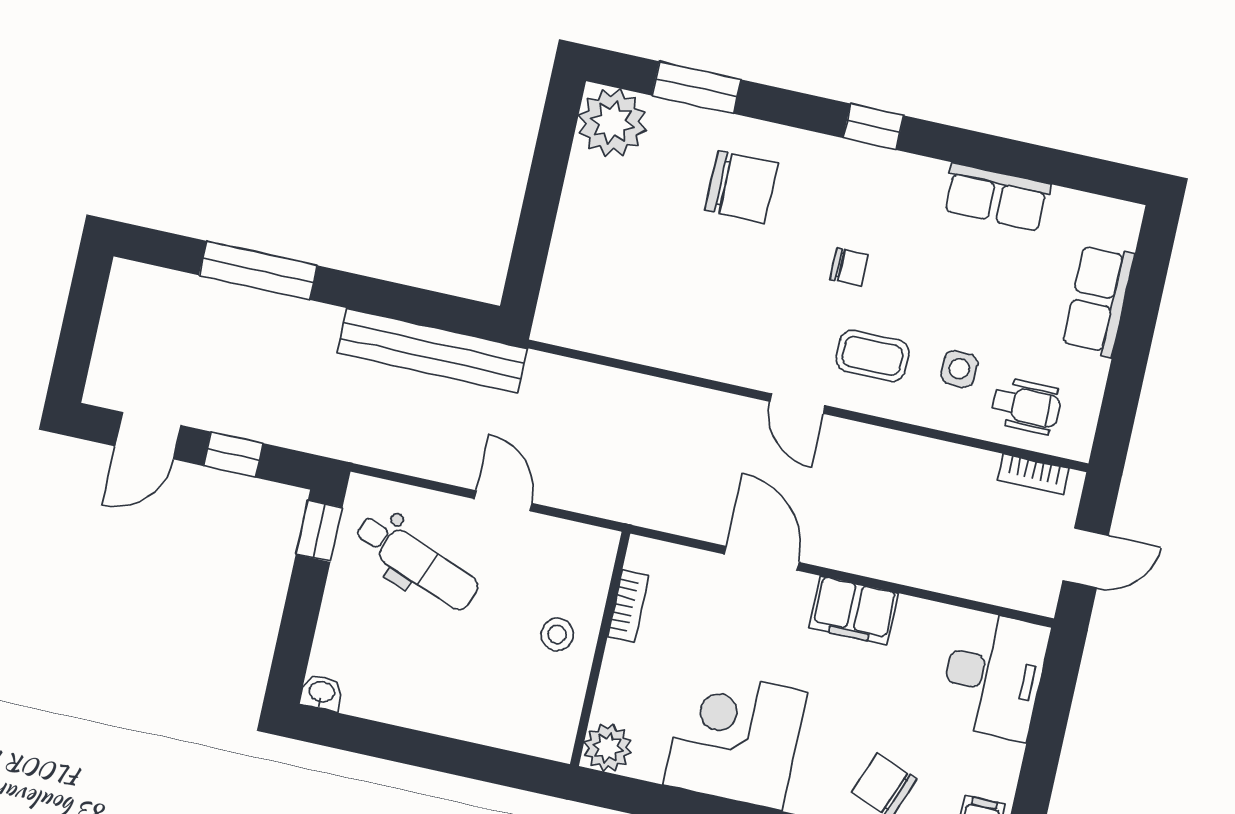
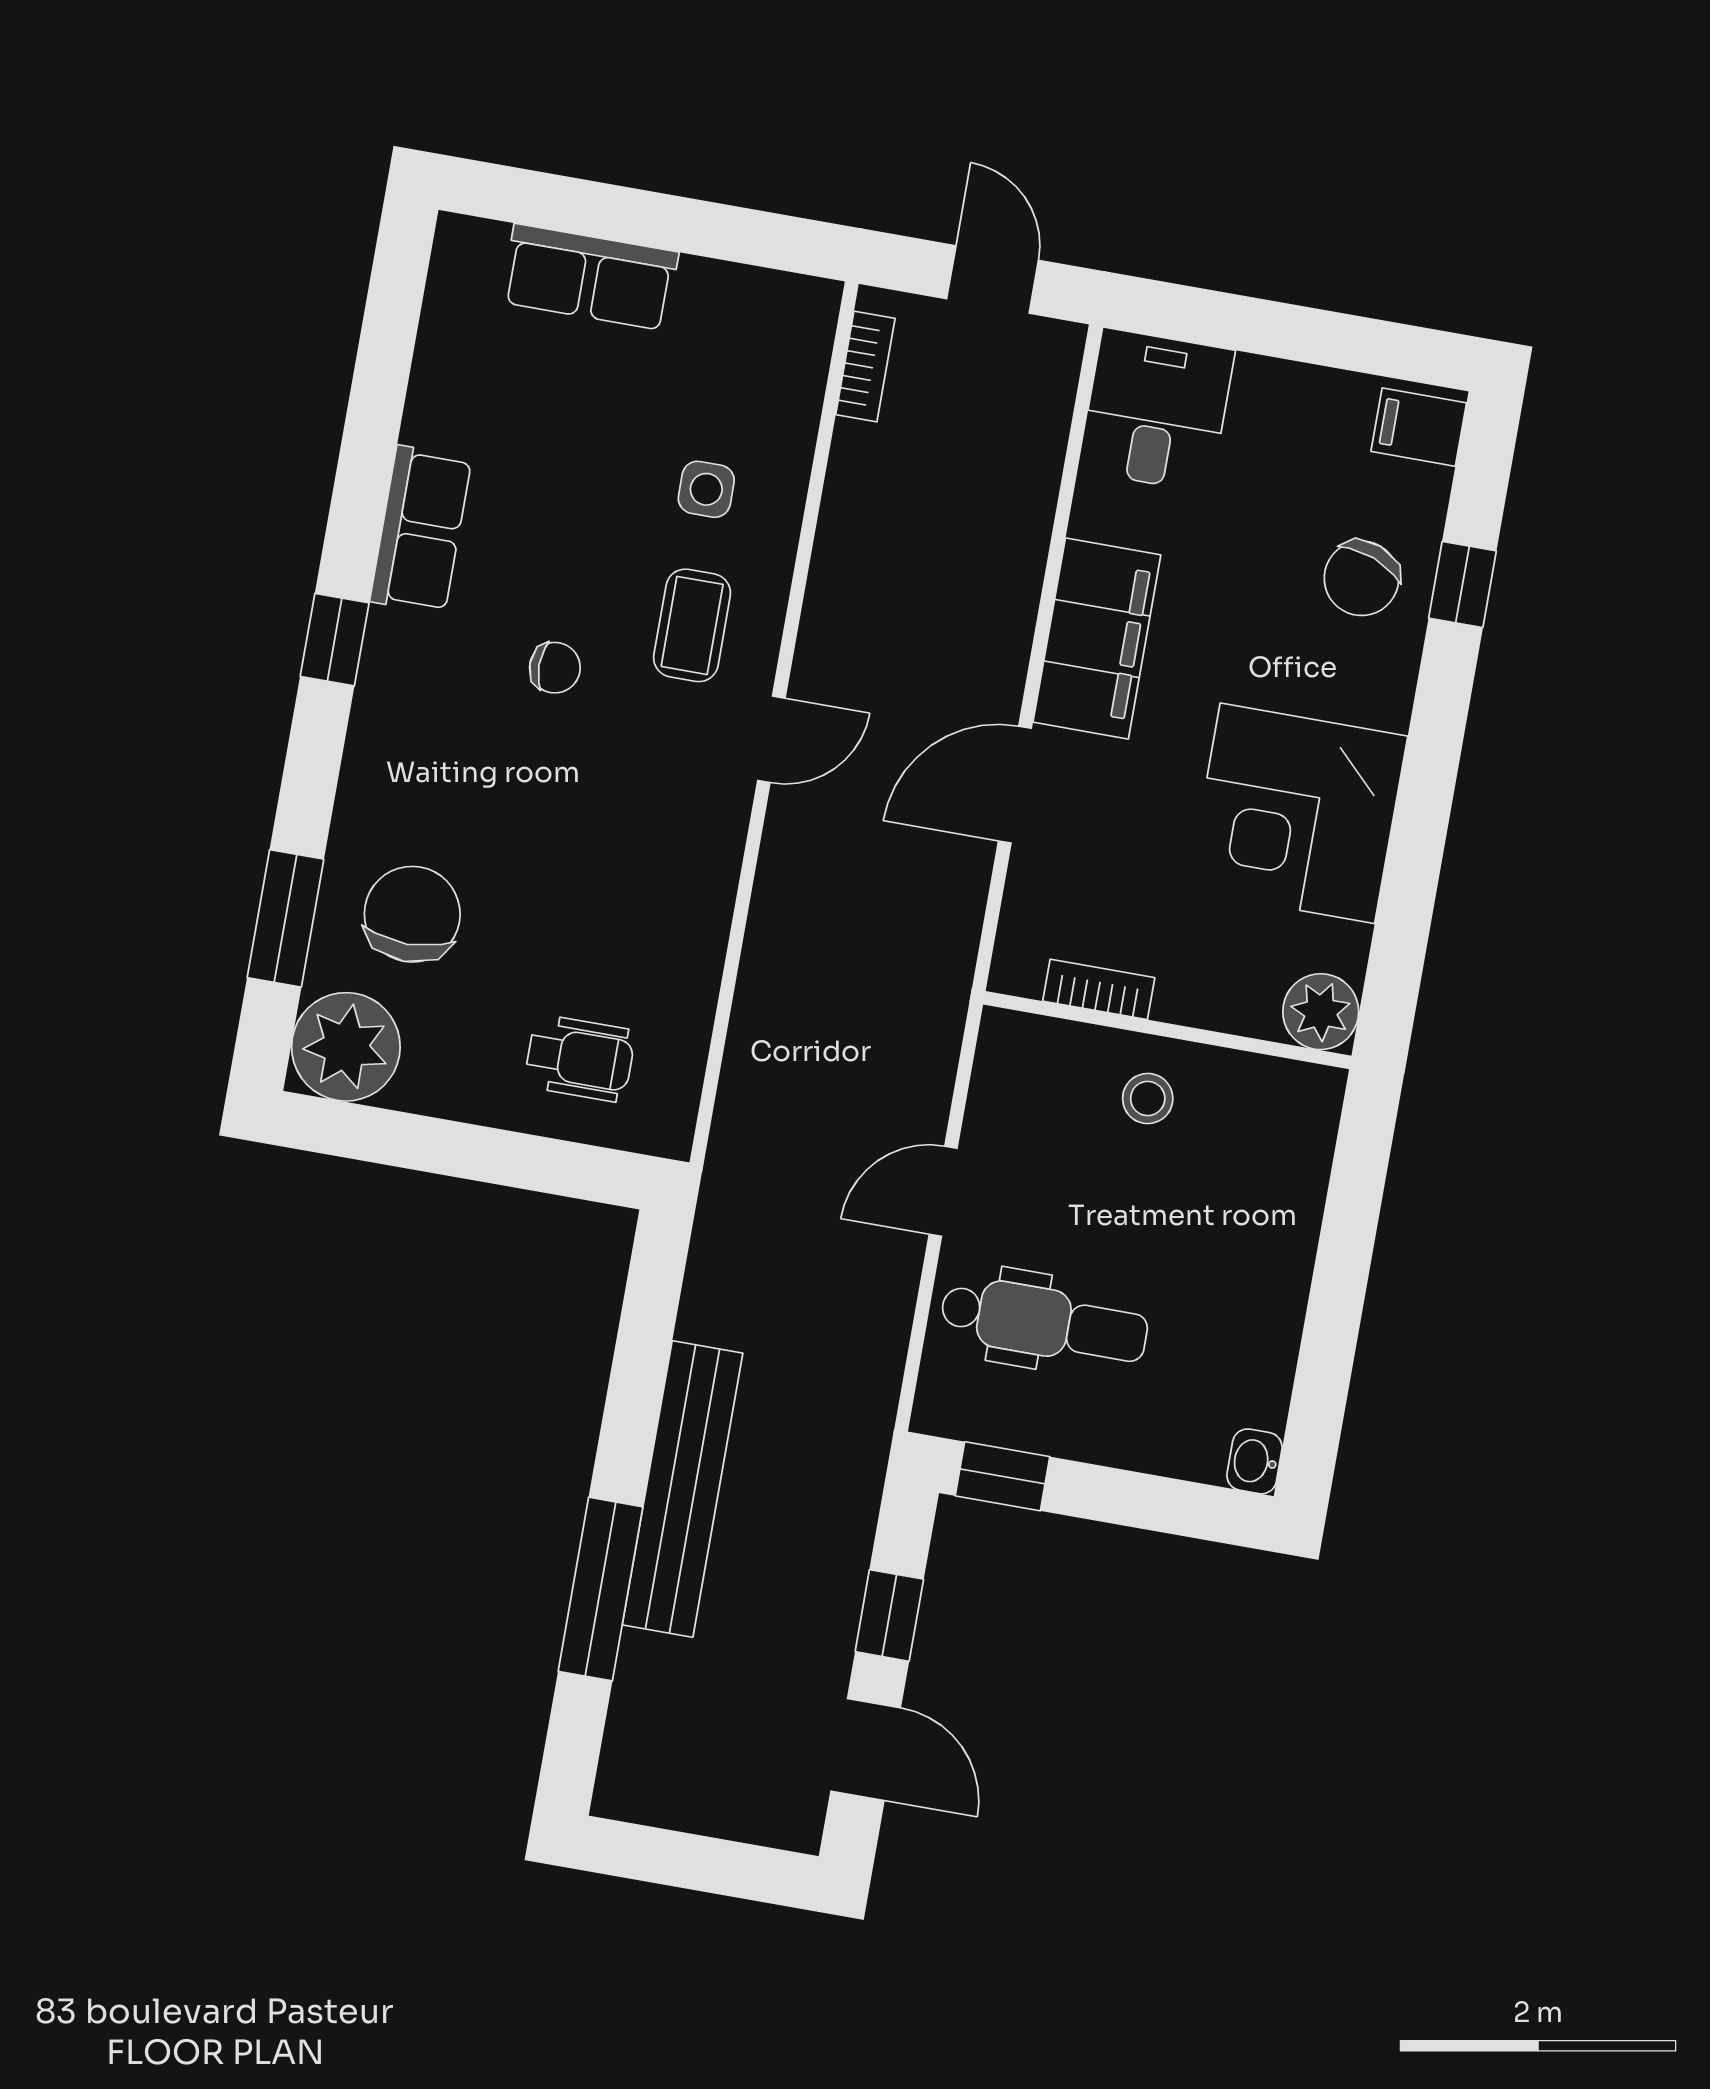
chair: (741, 187) -> (412, 914), moved
row of seats: (997, 197) -> (421, 530), moved
chair: (849, 267) -> (555, 668), turned 90
bench: (432, 351) -> (683, 1489), moved
wheelchair: (1026, 406) -> (580, 1058), moved, turned 90
dental chair: (417, 562) -> (1044, 1322), turned 69
filing cabinet: (854, 610) -> (1097, 638), width x1.50, depth x1.17
desk: (994, 675) -> (1156, 410), width x0.73

